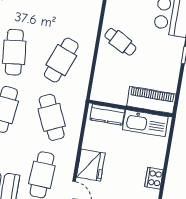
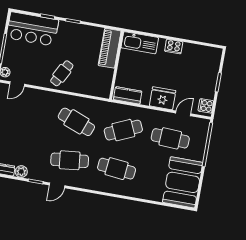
kitchen counter: (107, 115) -> (128, 95), moved, turned -90
kitchen sink: (145, 123) -> (140, 43), moved, turned 90

